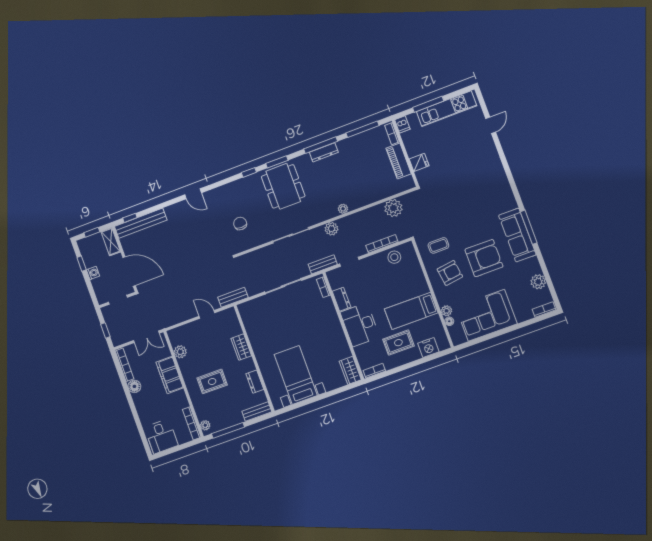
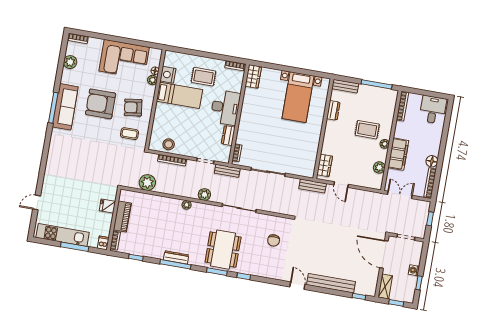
window: (362, 129) -> (136, 257), width x0.46
bench: (141, 223) -> (331, 283), moved
wardrobe: (241, 347) -> (325, 165), moved
nightstand: (428, 348) -> (168, 75), moved, turned -90
plant: (205, 425) -> (385, 144), moved

